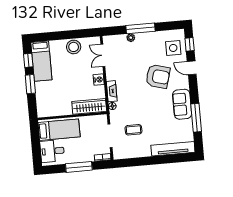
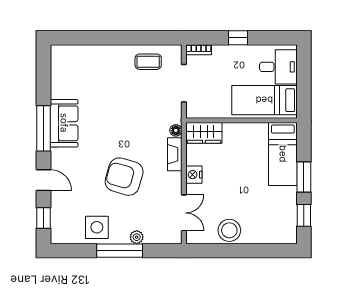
side table: (173, 48) -> (97, 227), moved
bed: (41, 61) -> (283, 154), moved, turned 180
armchair: (158, 76) -> (124, 177), moved
wardrobe: (89, 106) -> (204, 133), width x0.67
window: (196, 118) -> (43, 128), moved
coffee table: (133, 130) -> (148, 62), moved
tv unit: (173, 149) -> (85, 53), removed
window: (79, 167) -> (238, 38), width x0.46

